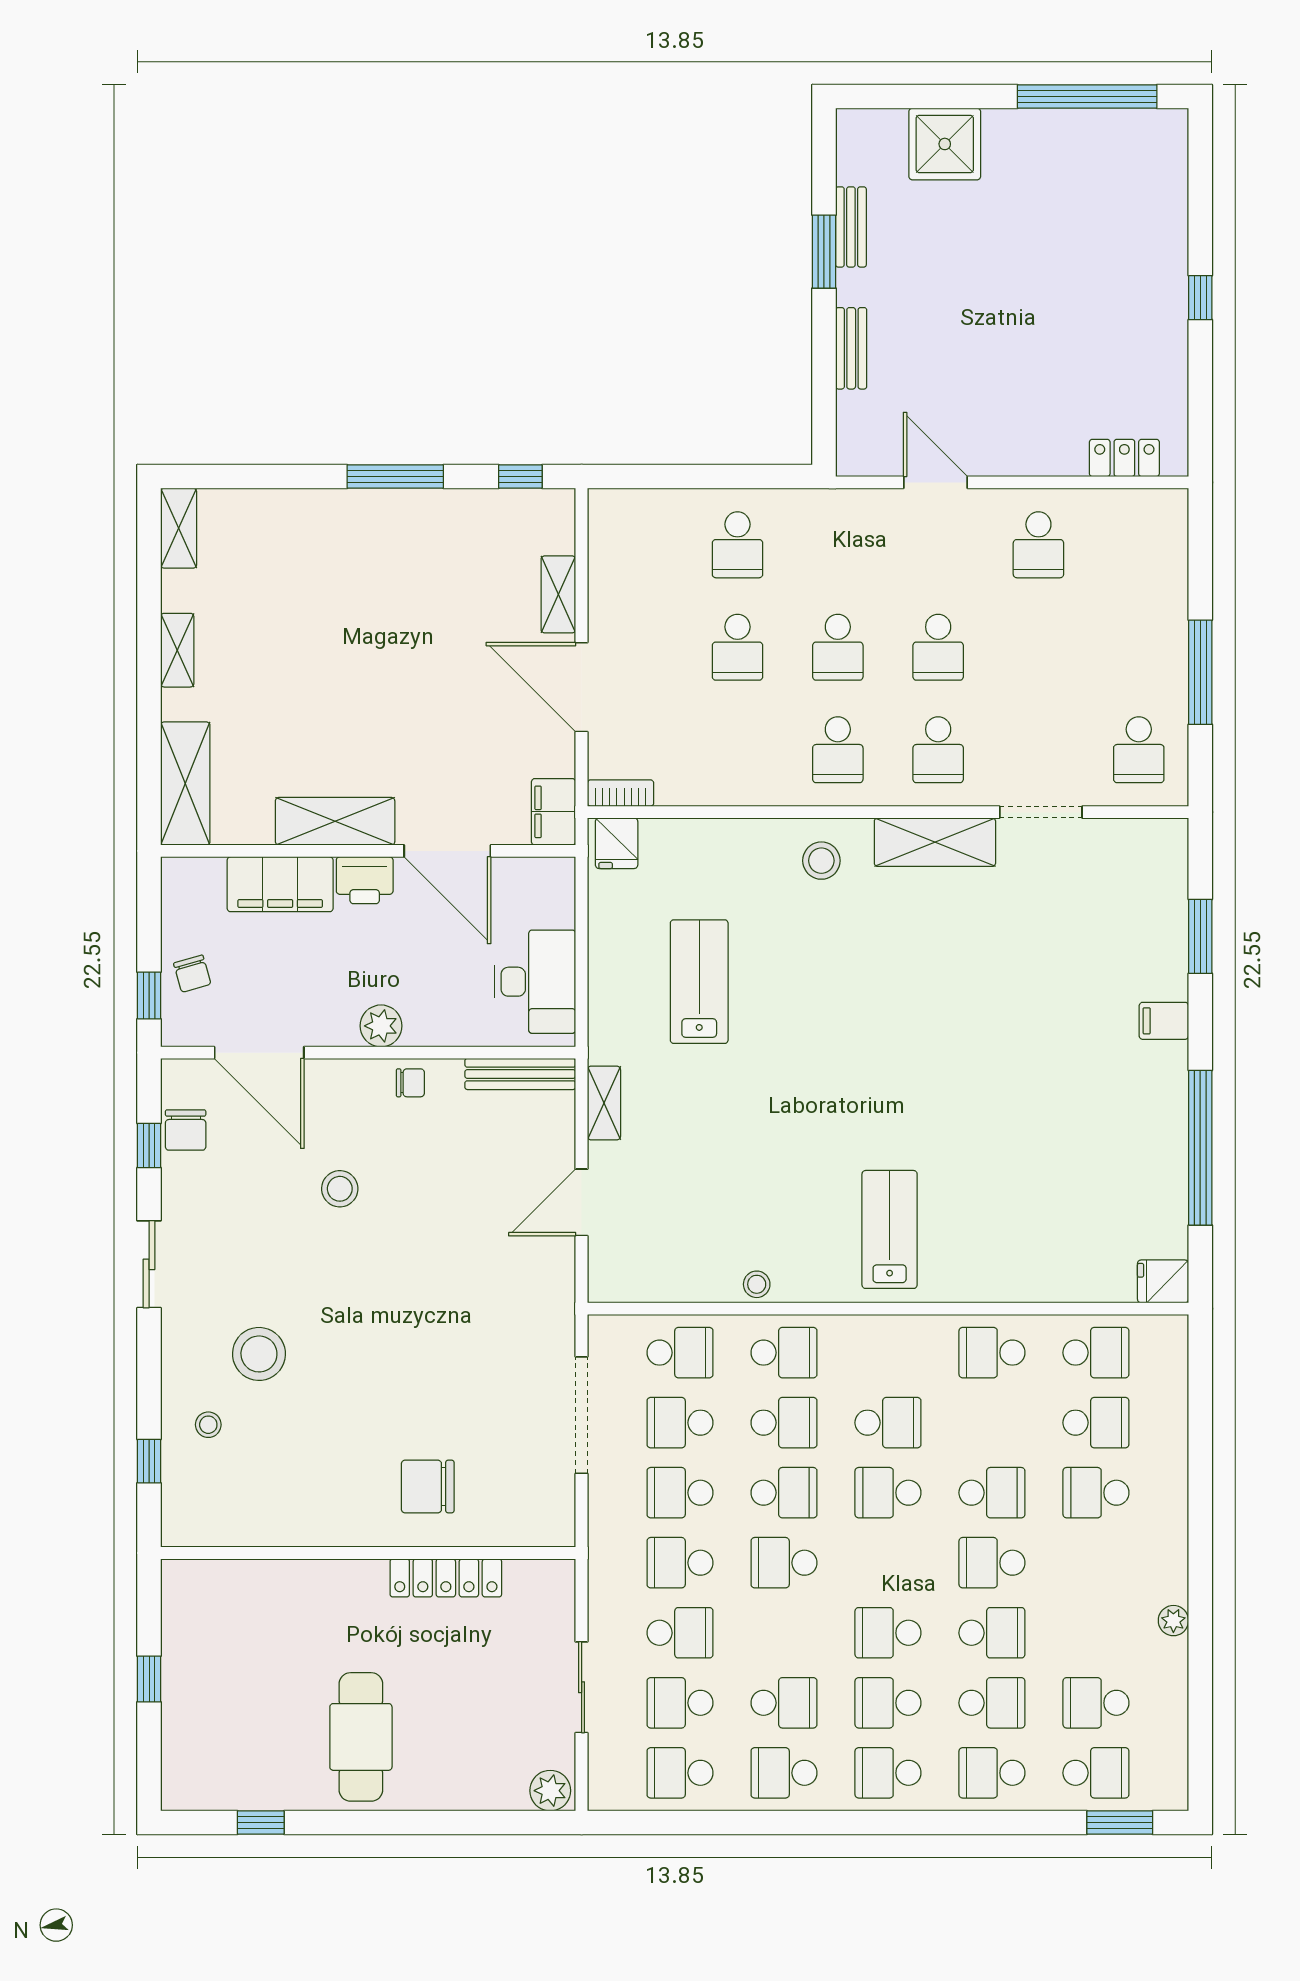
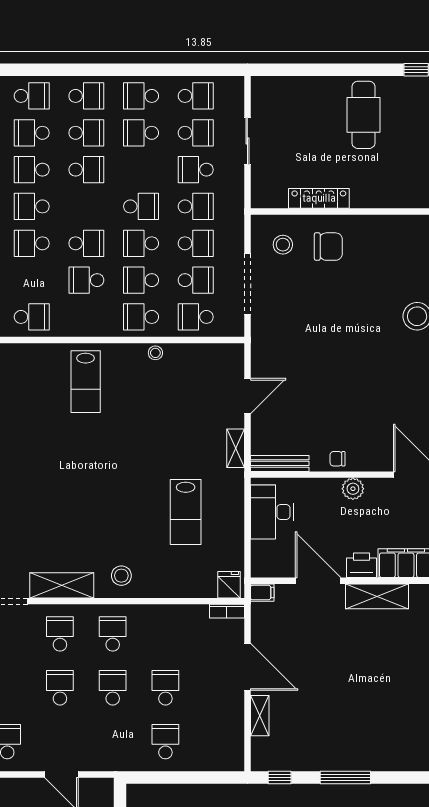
filing cabinet: (554, 812) -> (262, 593), width x0.50
stool: (340, 1189) -> (283, 245), moved
school desk: (992, 1563) -> (32, 206), turned 180
school desk: (784, 1773) -> (141, 96), turned 180
plant: (550, 1791) -> (264, 87), removed

